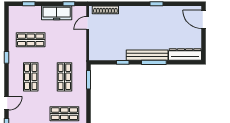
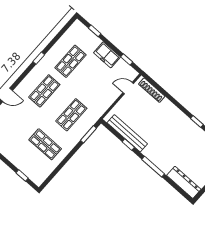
freezer: (57, 13) -> (107, 55), width x0.71
shop shelf: (31, 40) -> (71, 61), turned 90
bench: (147, 55) -> (127, 133), moved

